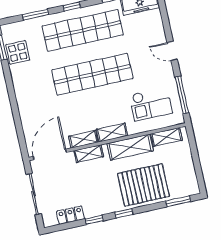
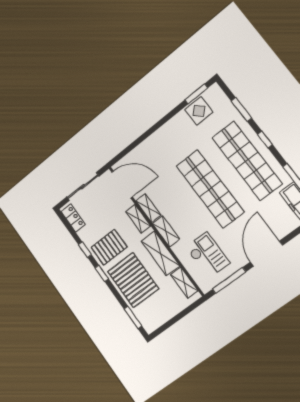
door: (172, 51) -> (266, 254), width x1.88
checkout: (151, 104) -> (208, 255), turned 180
pallet: (102, 194) -> (109, 247), added
locker: (70, 215) -> (73, 218), moved

